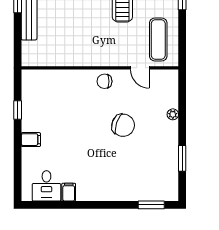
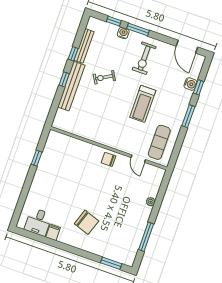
chair: (123, 125) -> (87, 222), moved
filing cabinet: (31, 140) -> (39, 184), removed
window: (182, 158) -> (146, 237), width x1.44

